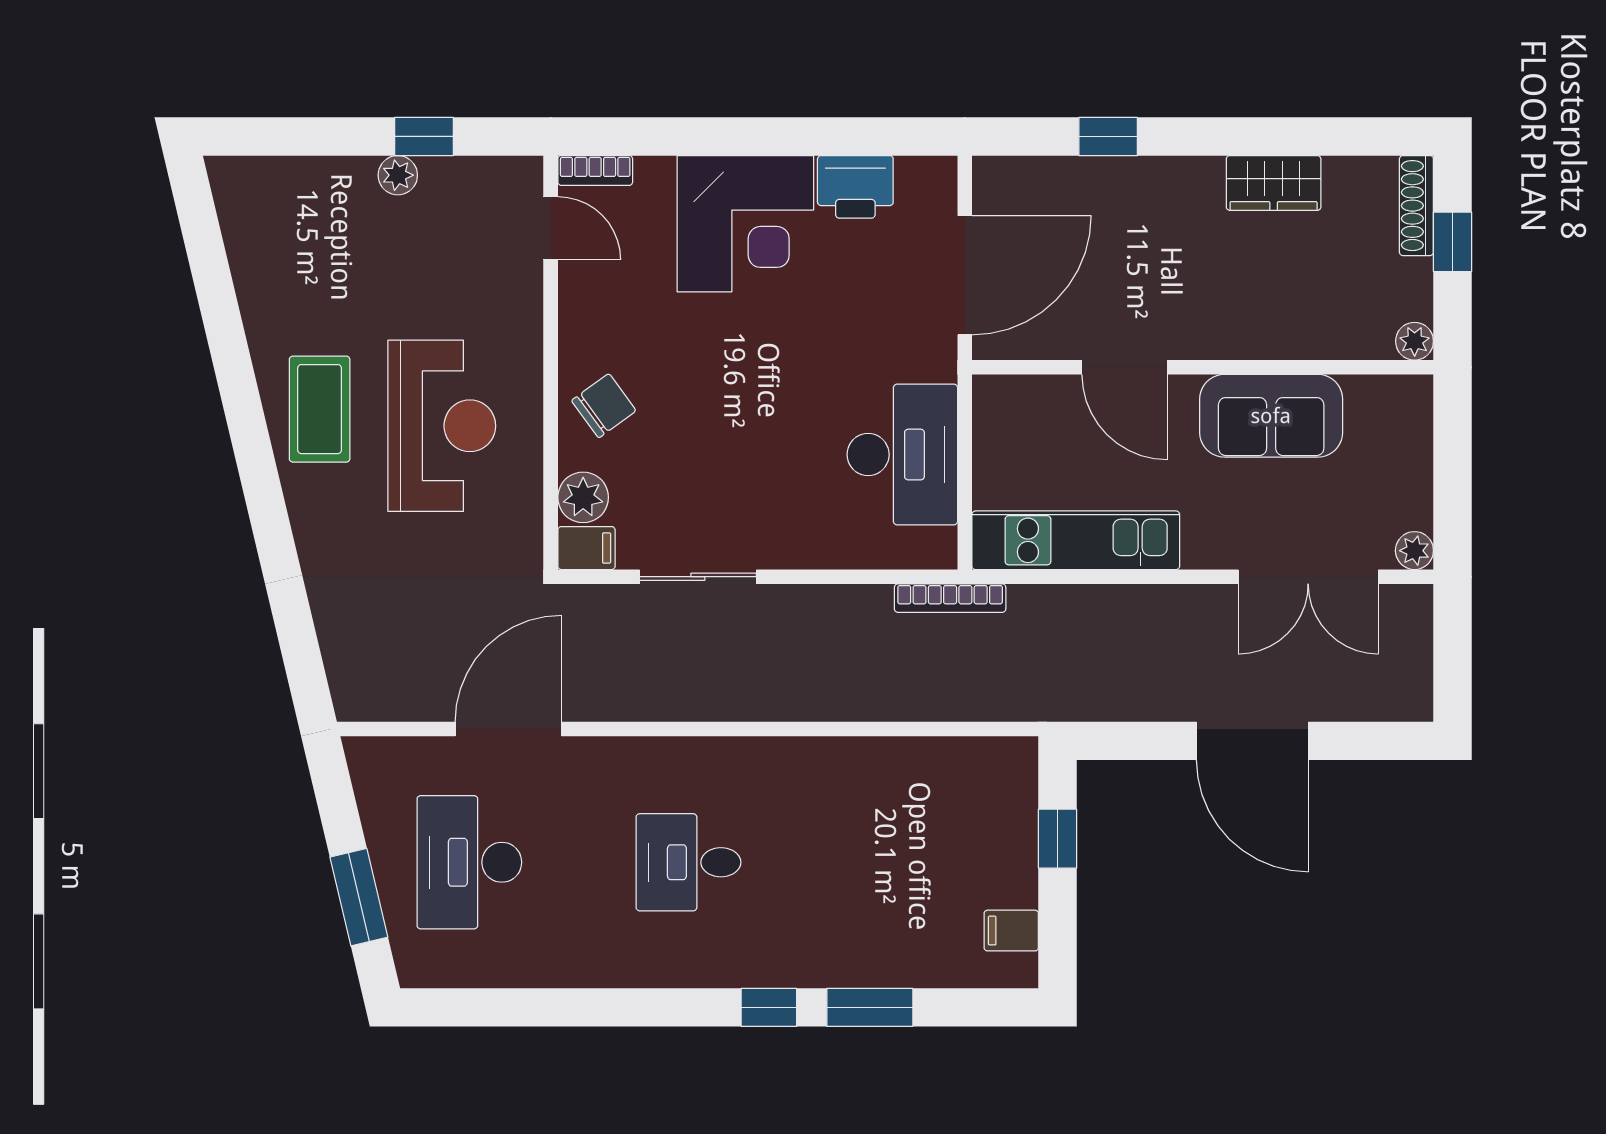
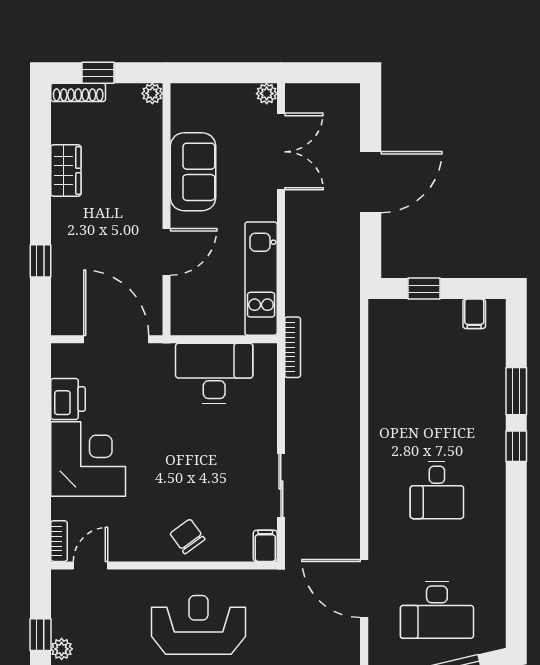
plant: (583, 497) -> (238, 548), removed

